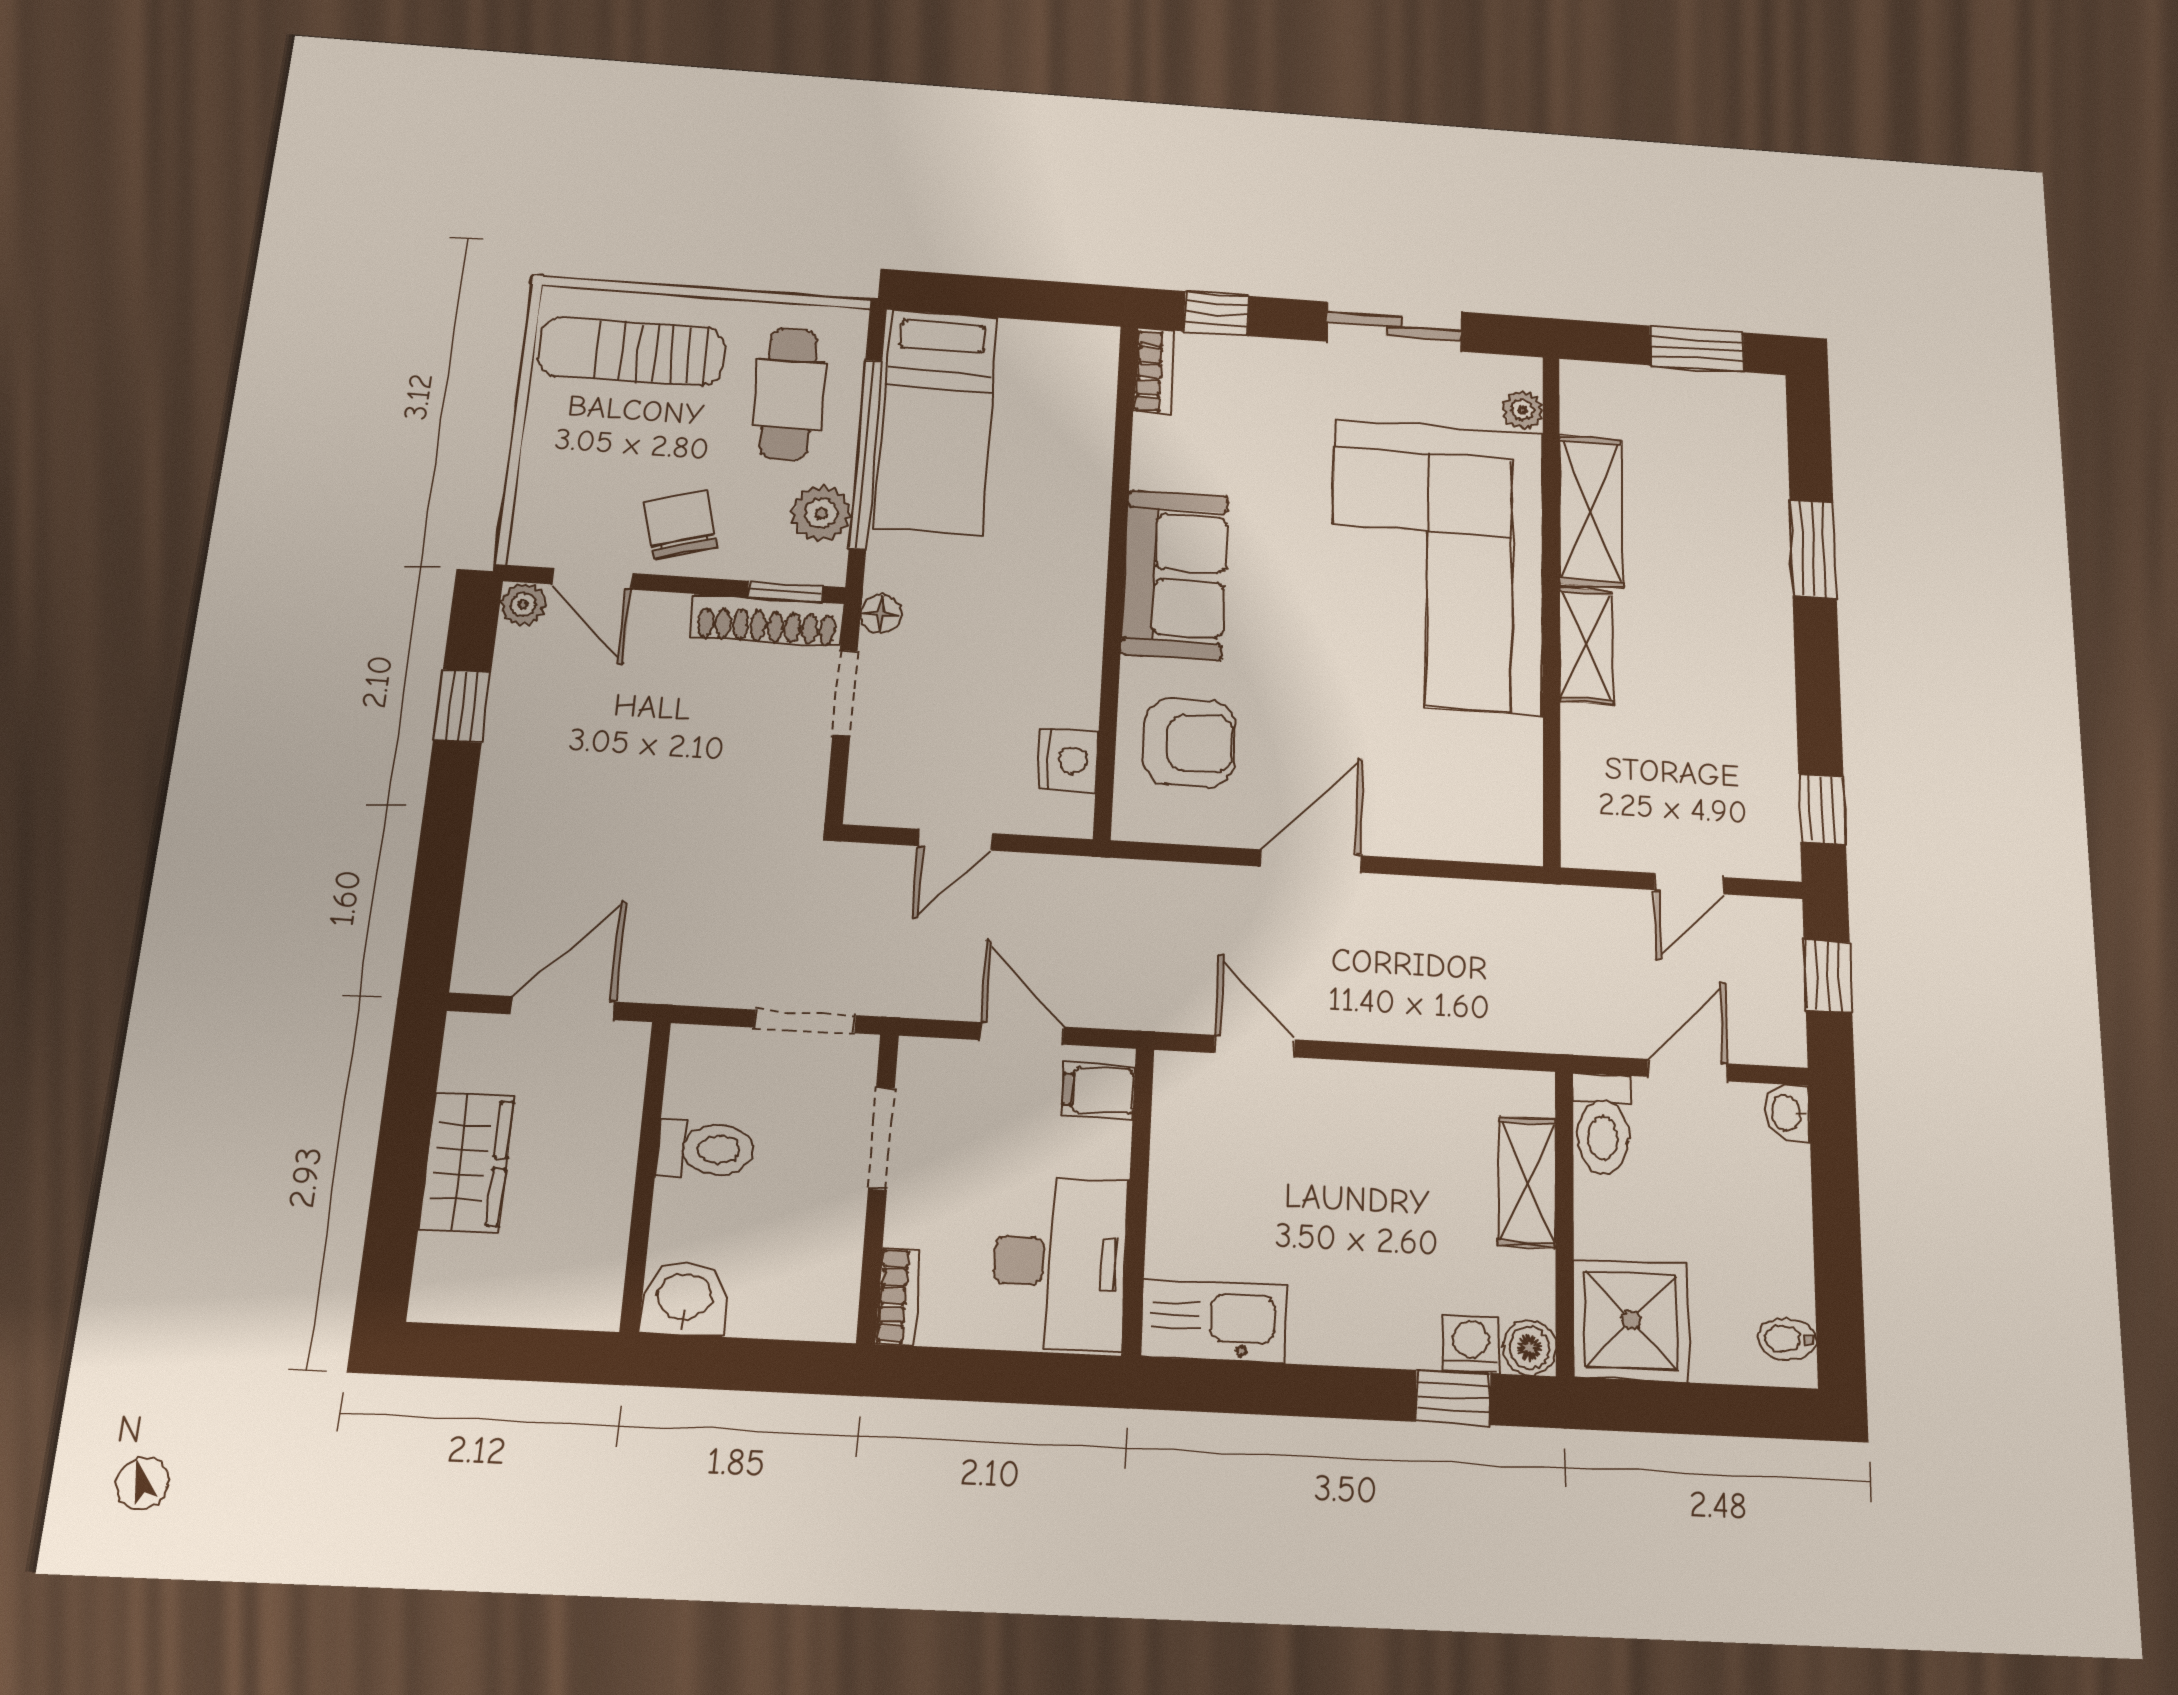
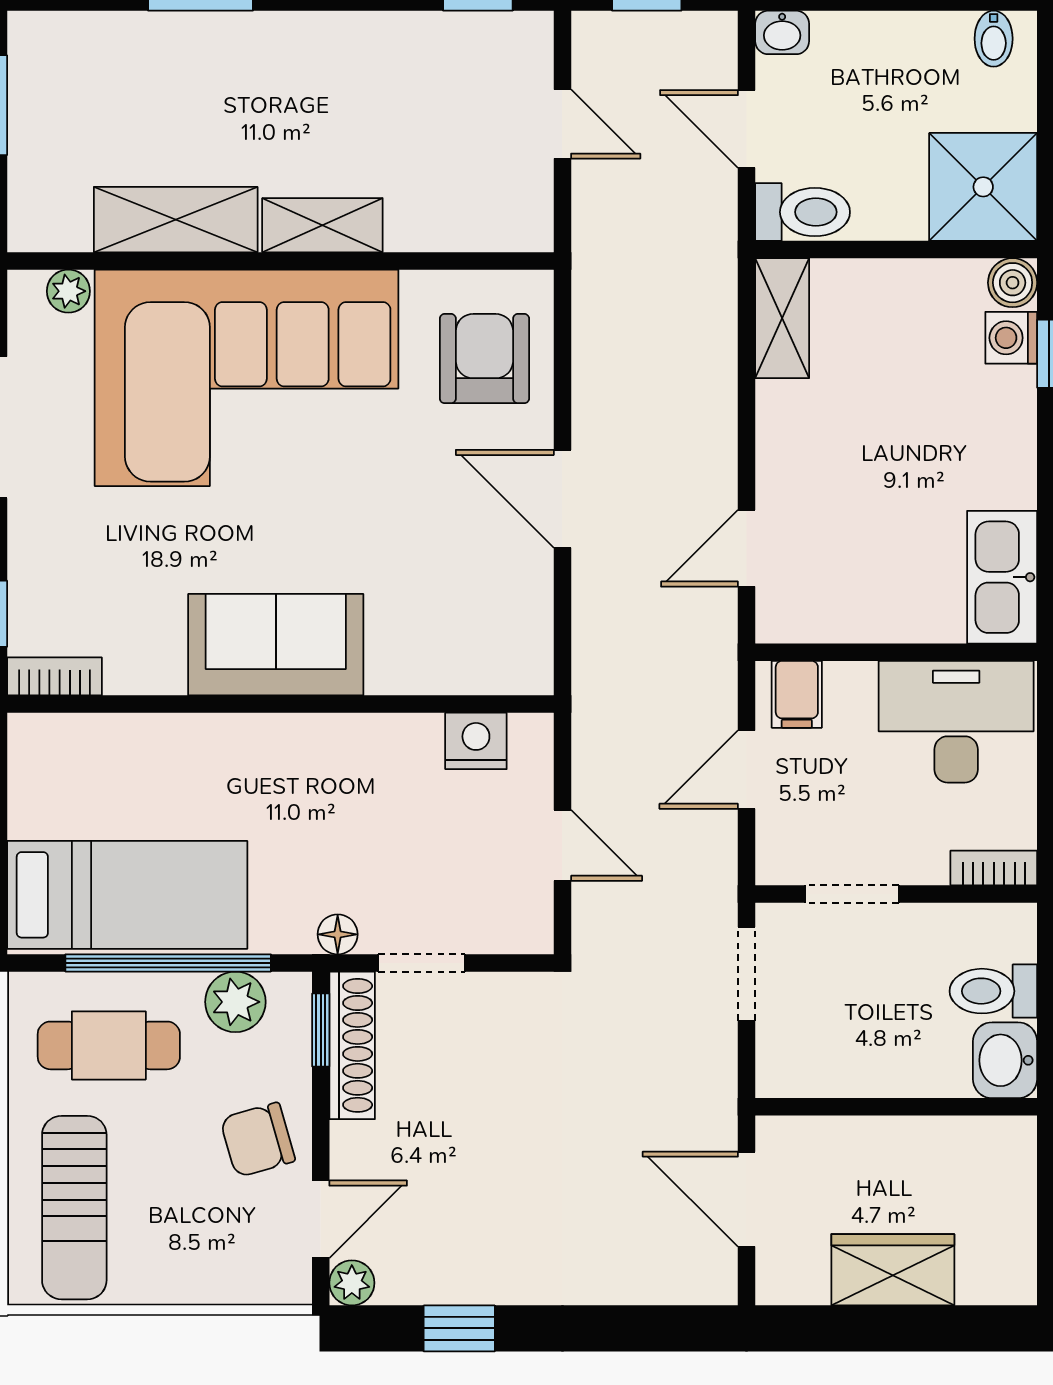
armchair: (1189, 742) -> (484, 359), moved
toilet: (706, 1149) -> (993, 991), moved, turned -90
shelving: (1527, 1182) -> (782, 318), moved, turned 90

